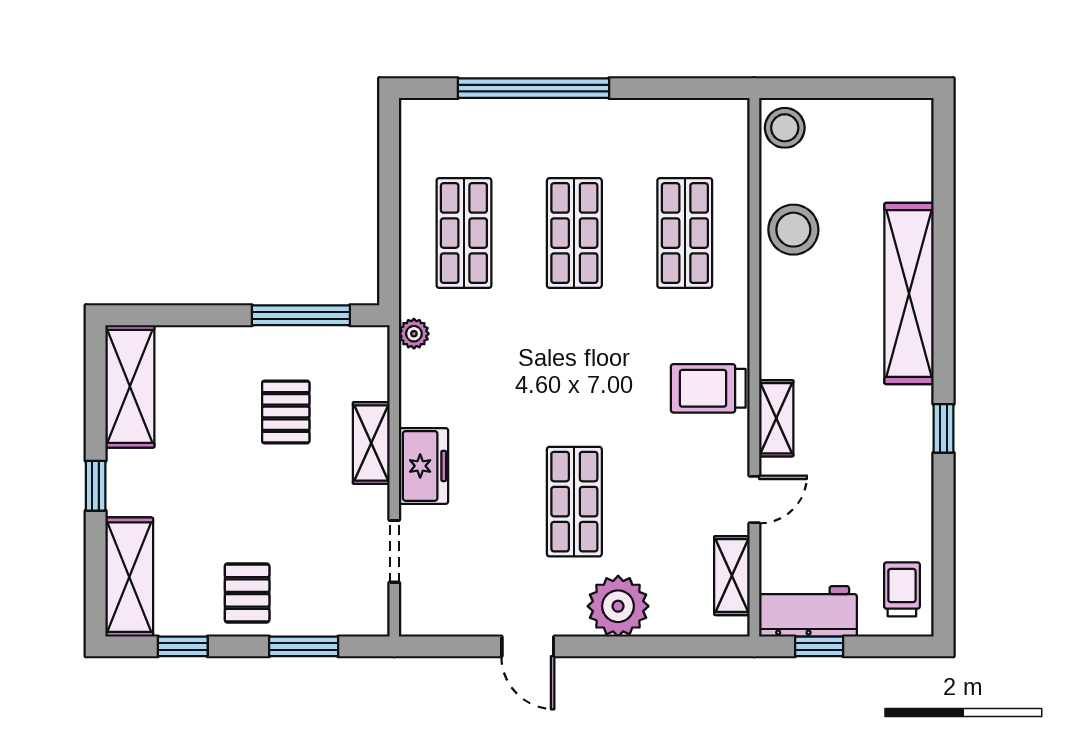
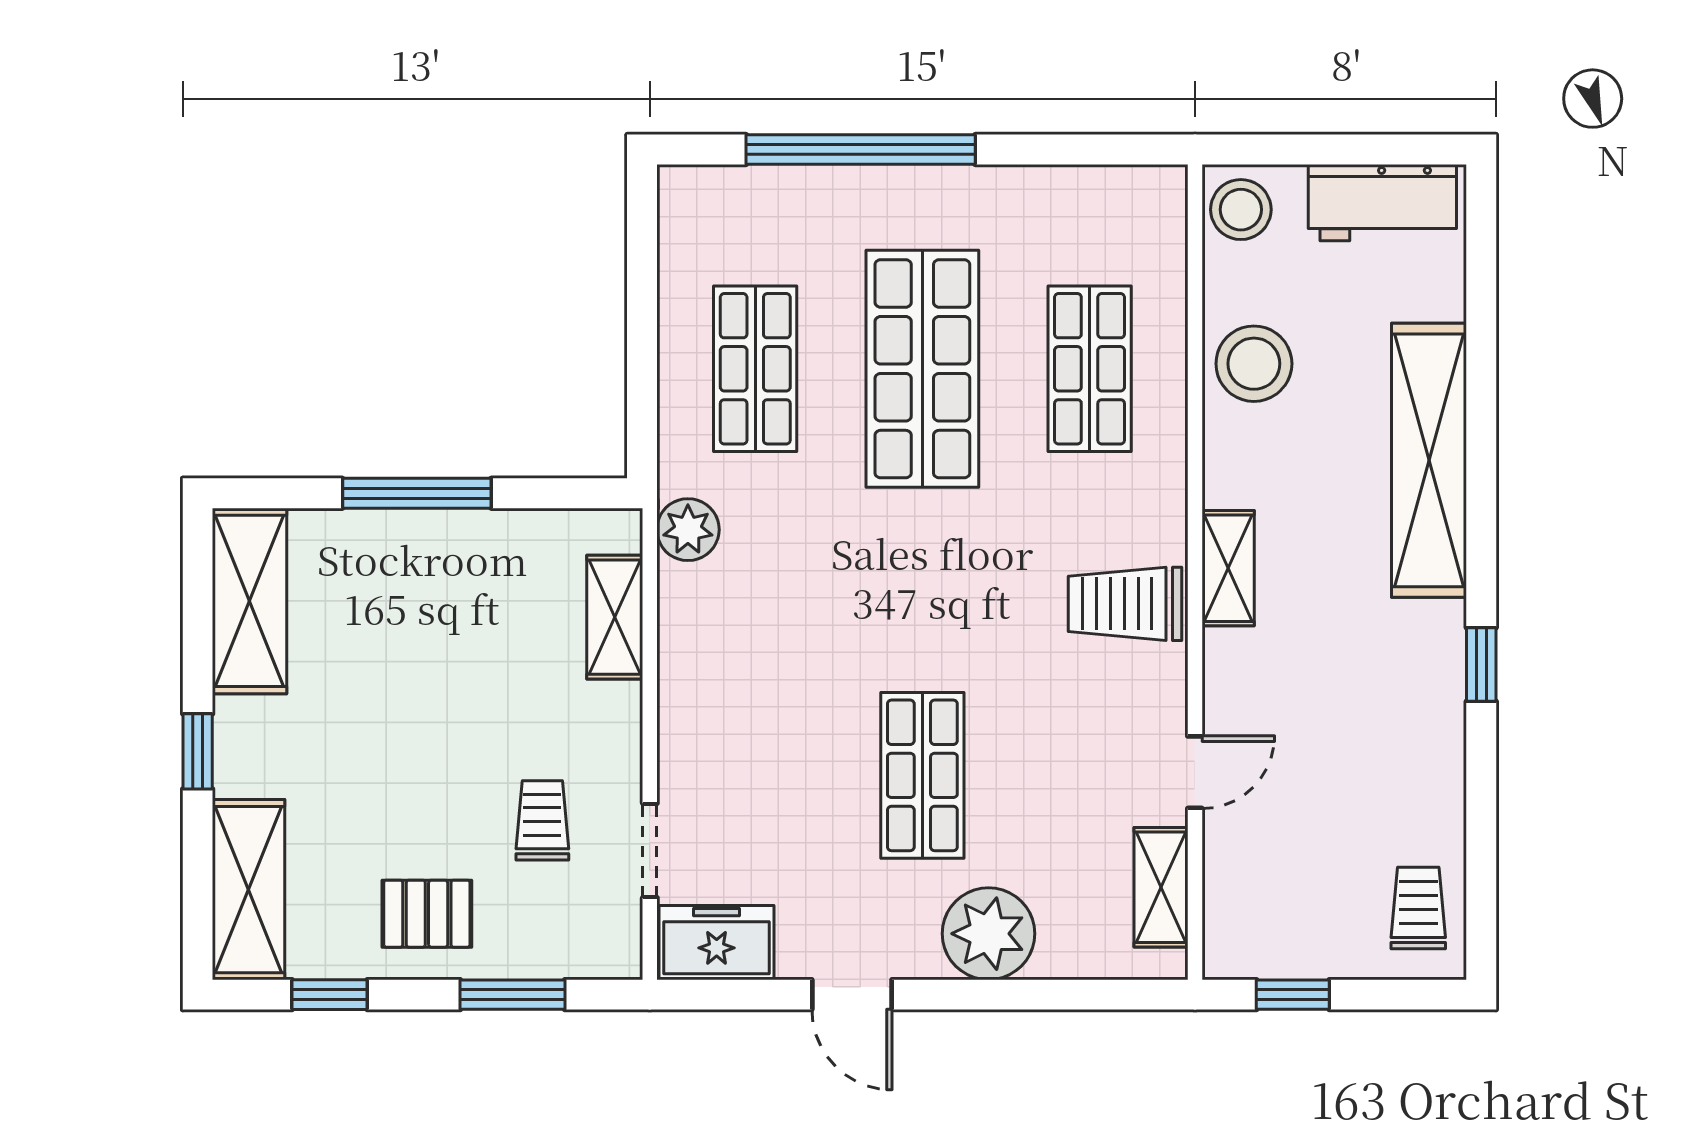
shop shelf: (574, 233) -> (922, 369), width x1.43, depth x1.36
window: (301, 315) -> (417, 493), moved
plant: (414, 334) -> (688, 530), width x1.38, depth x1.38
pallet: (286, 412) -> (485, 640), removed
shelving: (776, 418) -> (1228, 568), moved
shelving: (371, 443) -> (615, 617), moved
freezer: (424, 466) -> (717, 943), moved, turned -90
trolley: (323, 531) -> (542, 820), added
pallet: (247, 593) -> (427, 914), turned 90
workbench: (808, 611) -> (1382, 203), moved, turned 180

